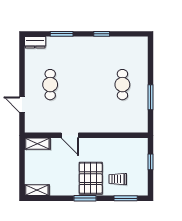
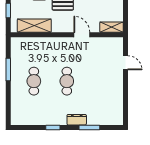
dresser: (35, 42) -> (77, 120), moved
cafe table: (50, 85) -> (67, 81), moved
shelving: (122, 145) -> (34, 26), added

